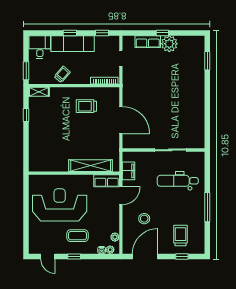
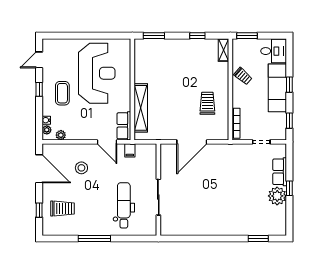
window: (26, 154) -> (154, 36), added
filing cabinet: (128, 171) -> (130, 150), width x0.50

